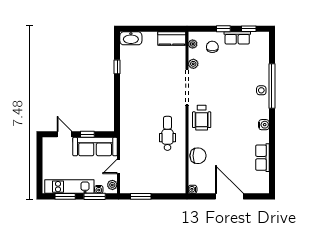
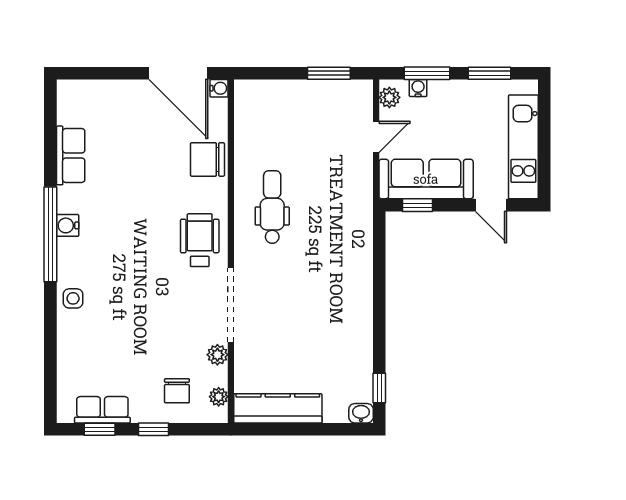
washbasin: (131, 38) -> (361, 413), width x0.52, depth x0.69
row of seats: (237, 38) -> (102, 410), moved
kitchen counter: (172, 39) -> (278, 408), width x1.50
window: (117, 67) -> (379, 388), moved
window: (272, 86) -> (50, 234), moved
dental chair: (167, 133) -> (272, 207), turned 180
window: (87, 134) -> (417, 205), moved
kitchen unit: (69, 187) -> (523, 147), moved, turned 90
door: (229, 196) -> (178, 73), moved

